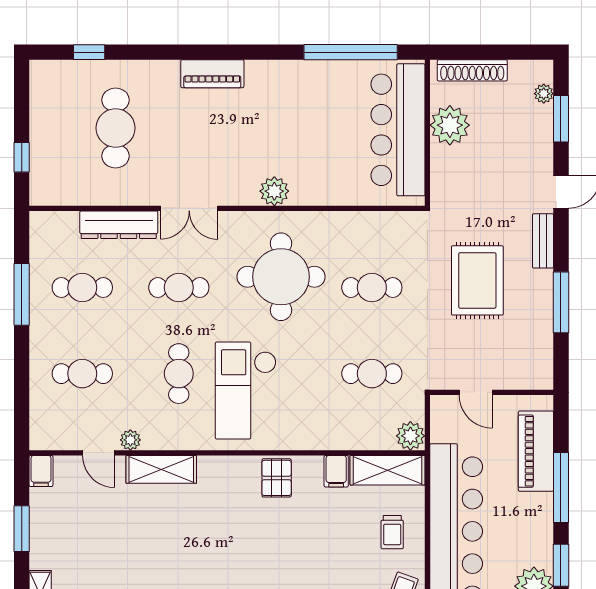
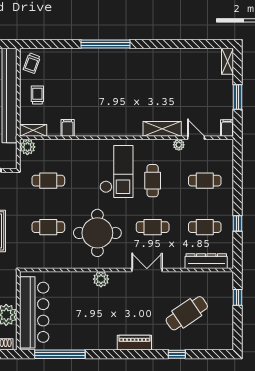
window: (89, 52) -> (177, 354), moved
cafe table: (116, 128) -> (187, 313), turned 56
dresser: (119, 225) -> (206, 261), moved
window: (22, 294) -> (237, 223), width x0.46
shelving: (388, 470) -> (33, 130), width x0.67, depth x0.75
pallet: (277, 478) -> (100, 124), removed

